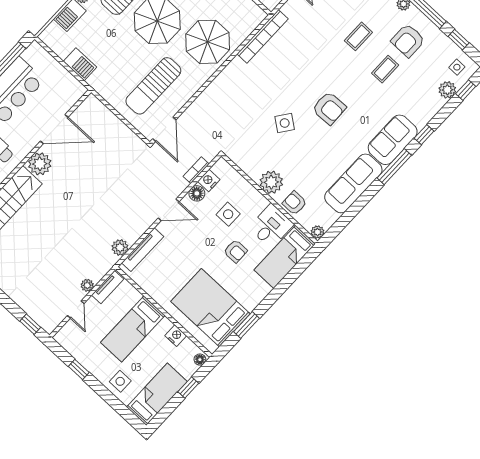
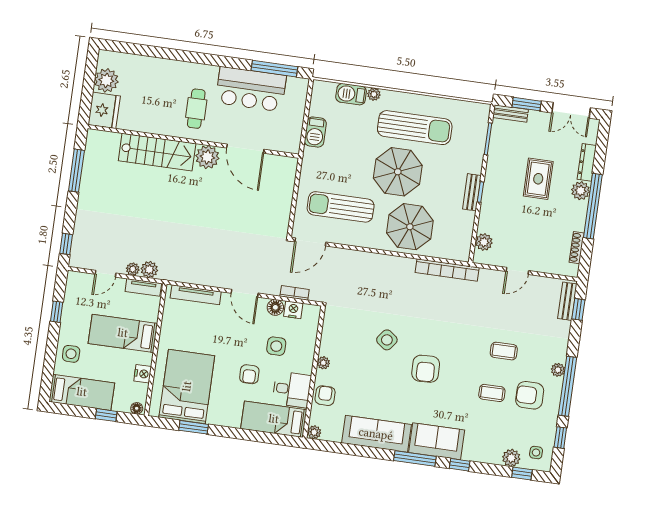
plant: (271, 182) -> (323, 363), width x0.53, depth x0.53
plant: (120, 247) -> (149, 270), moved

